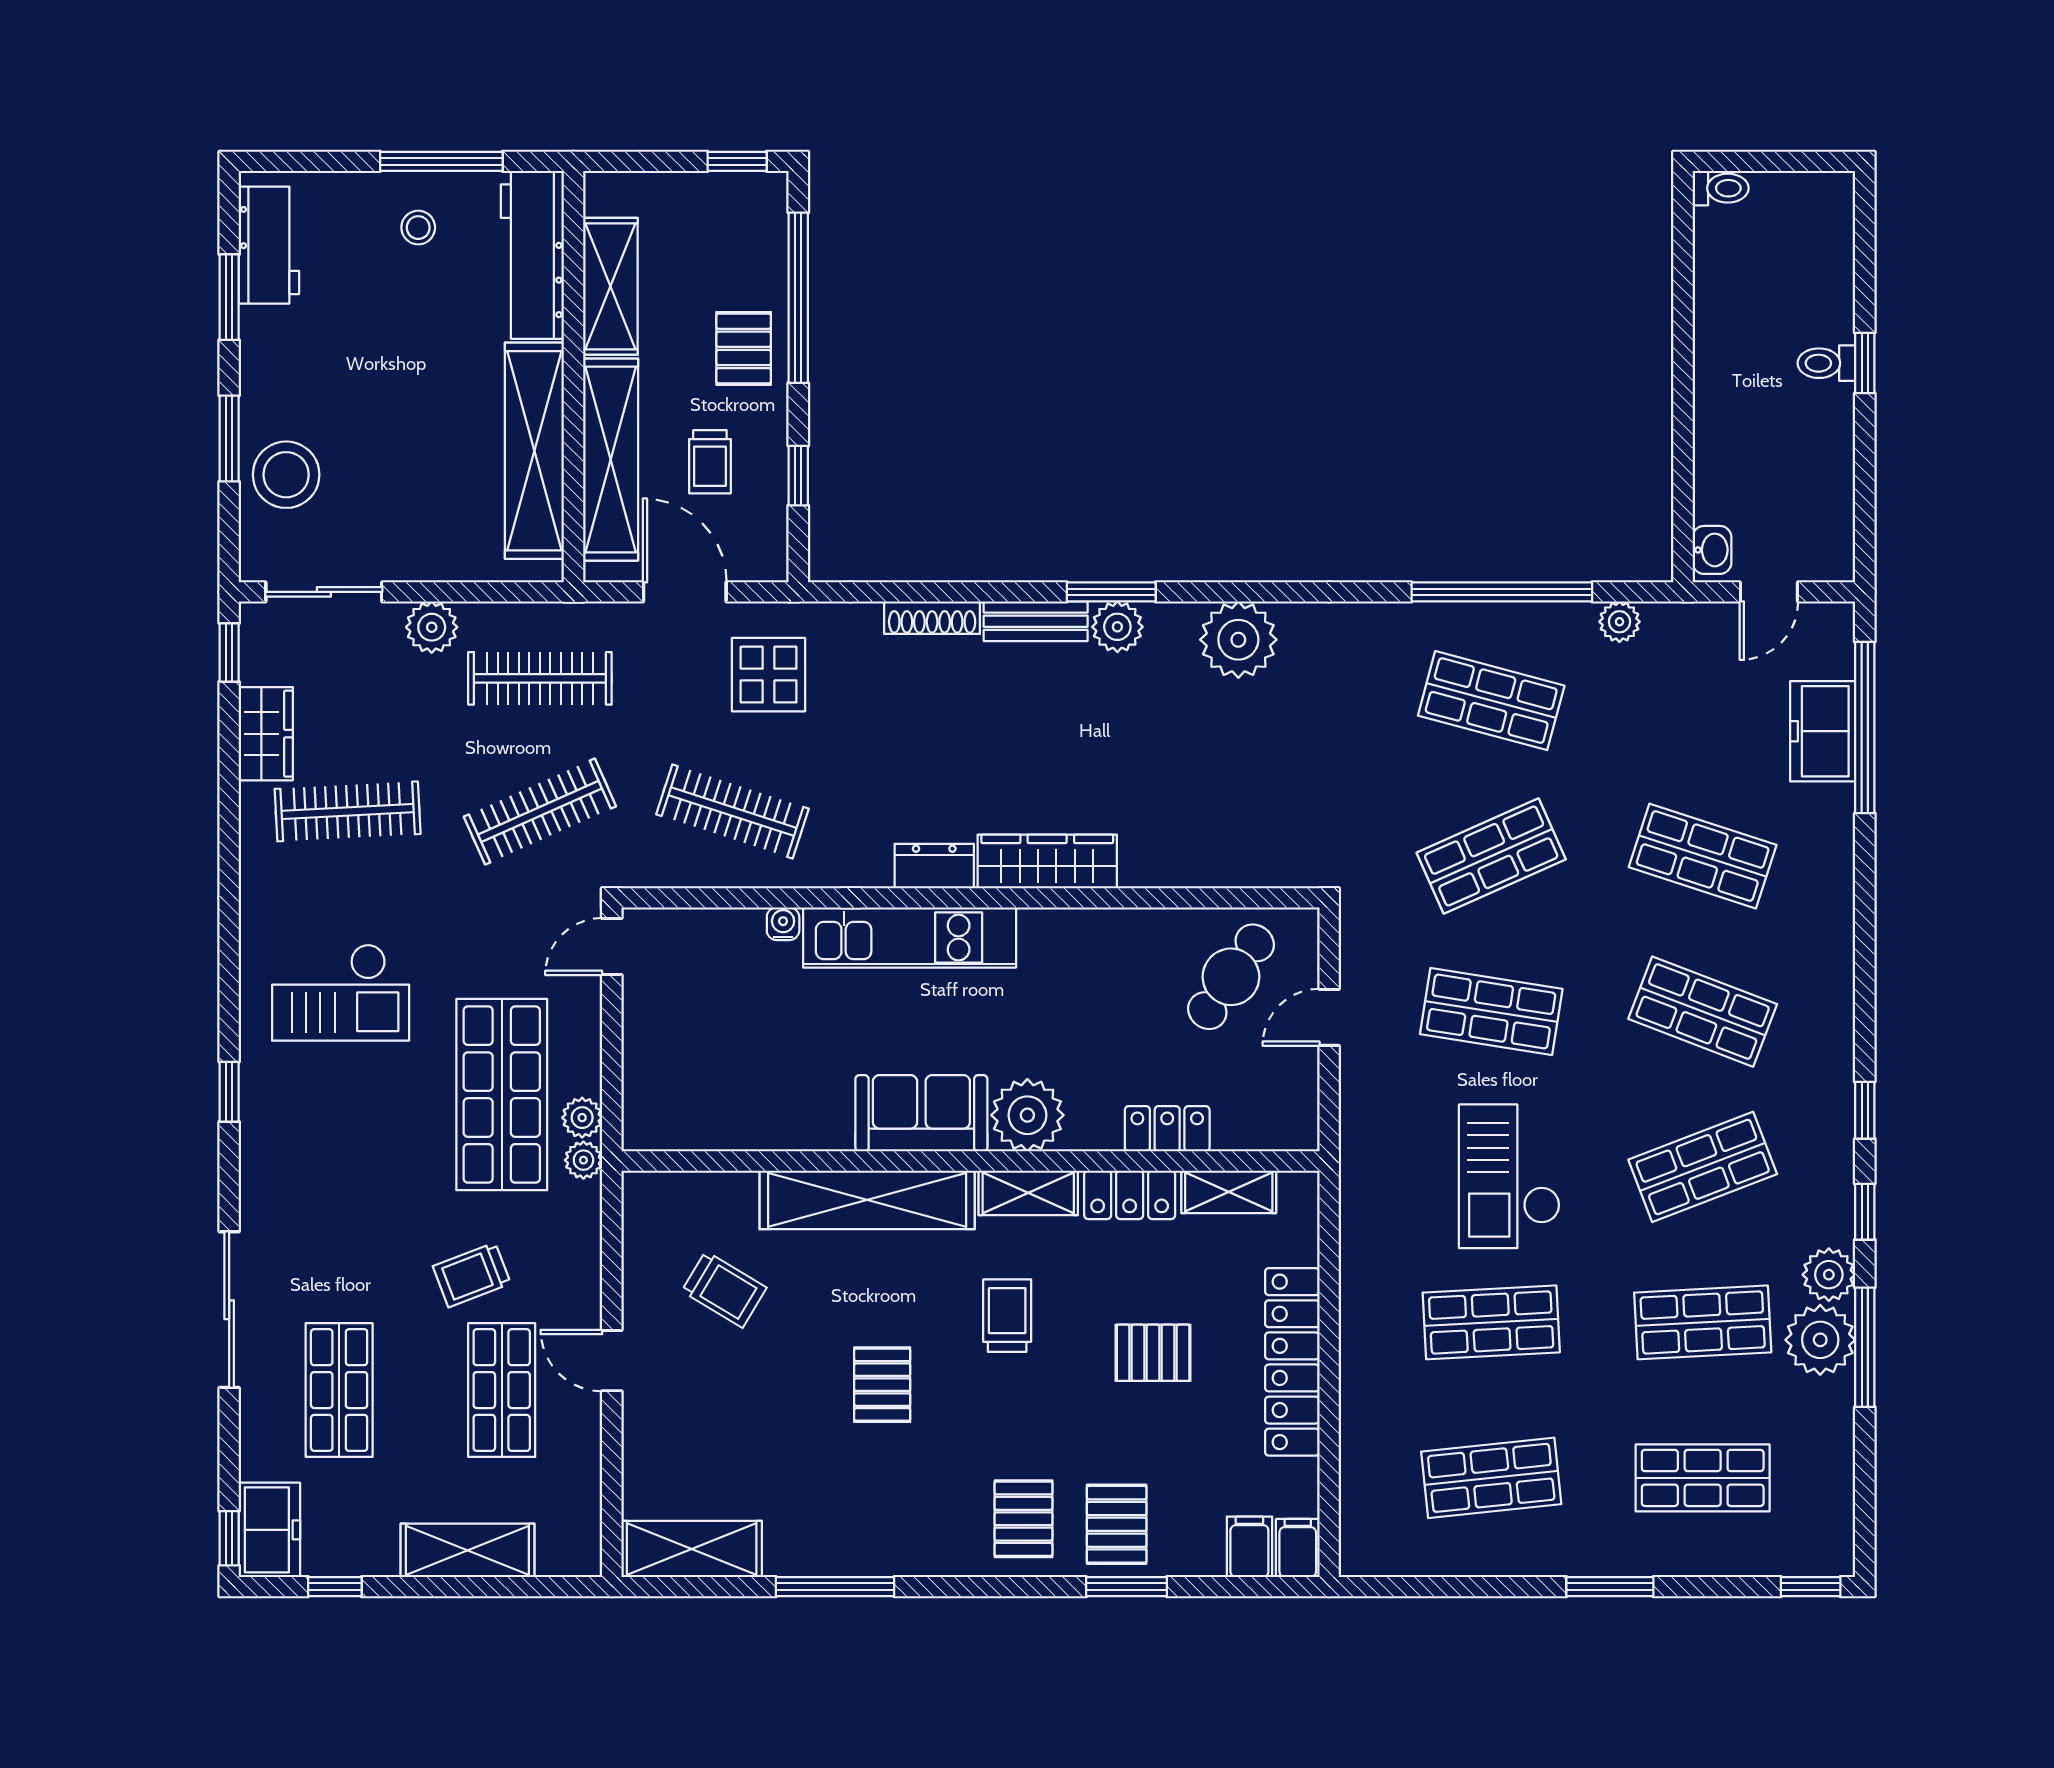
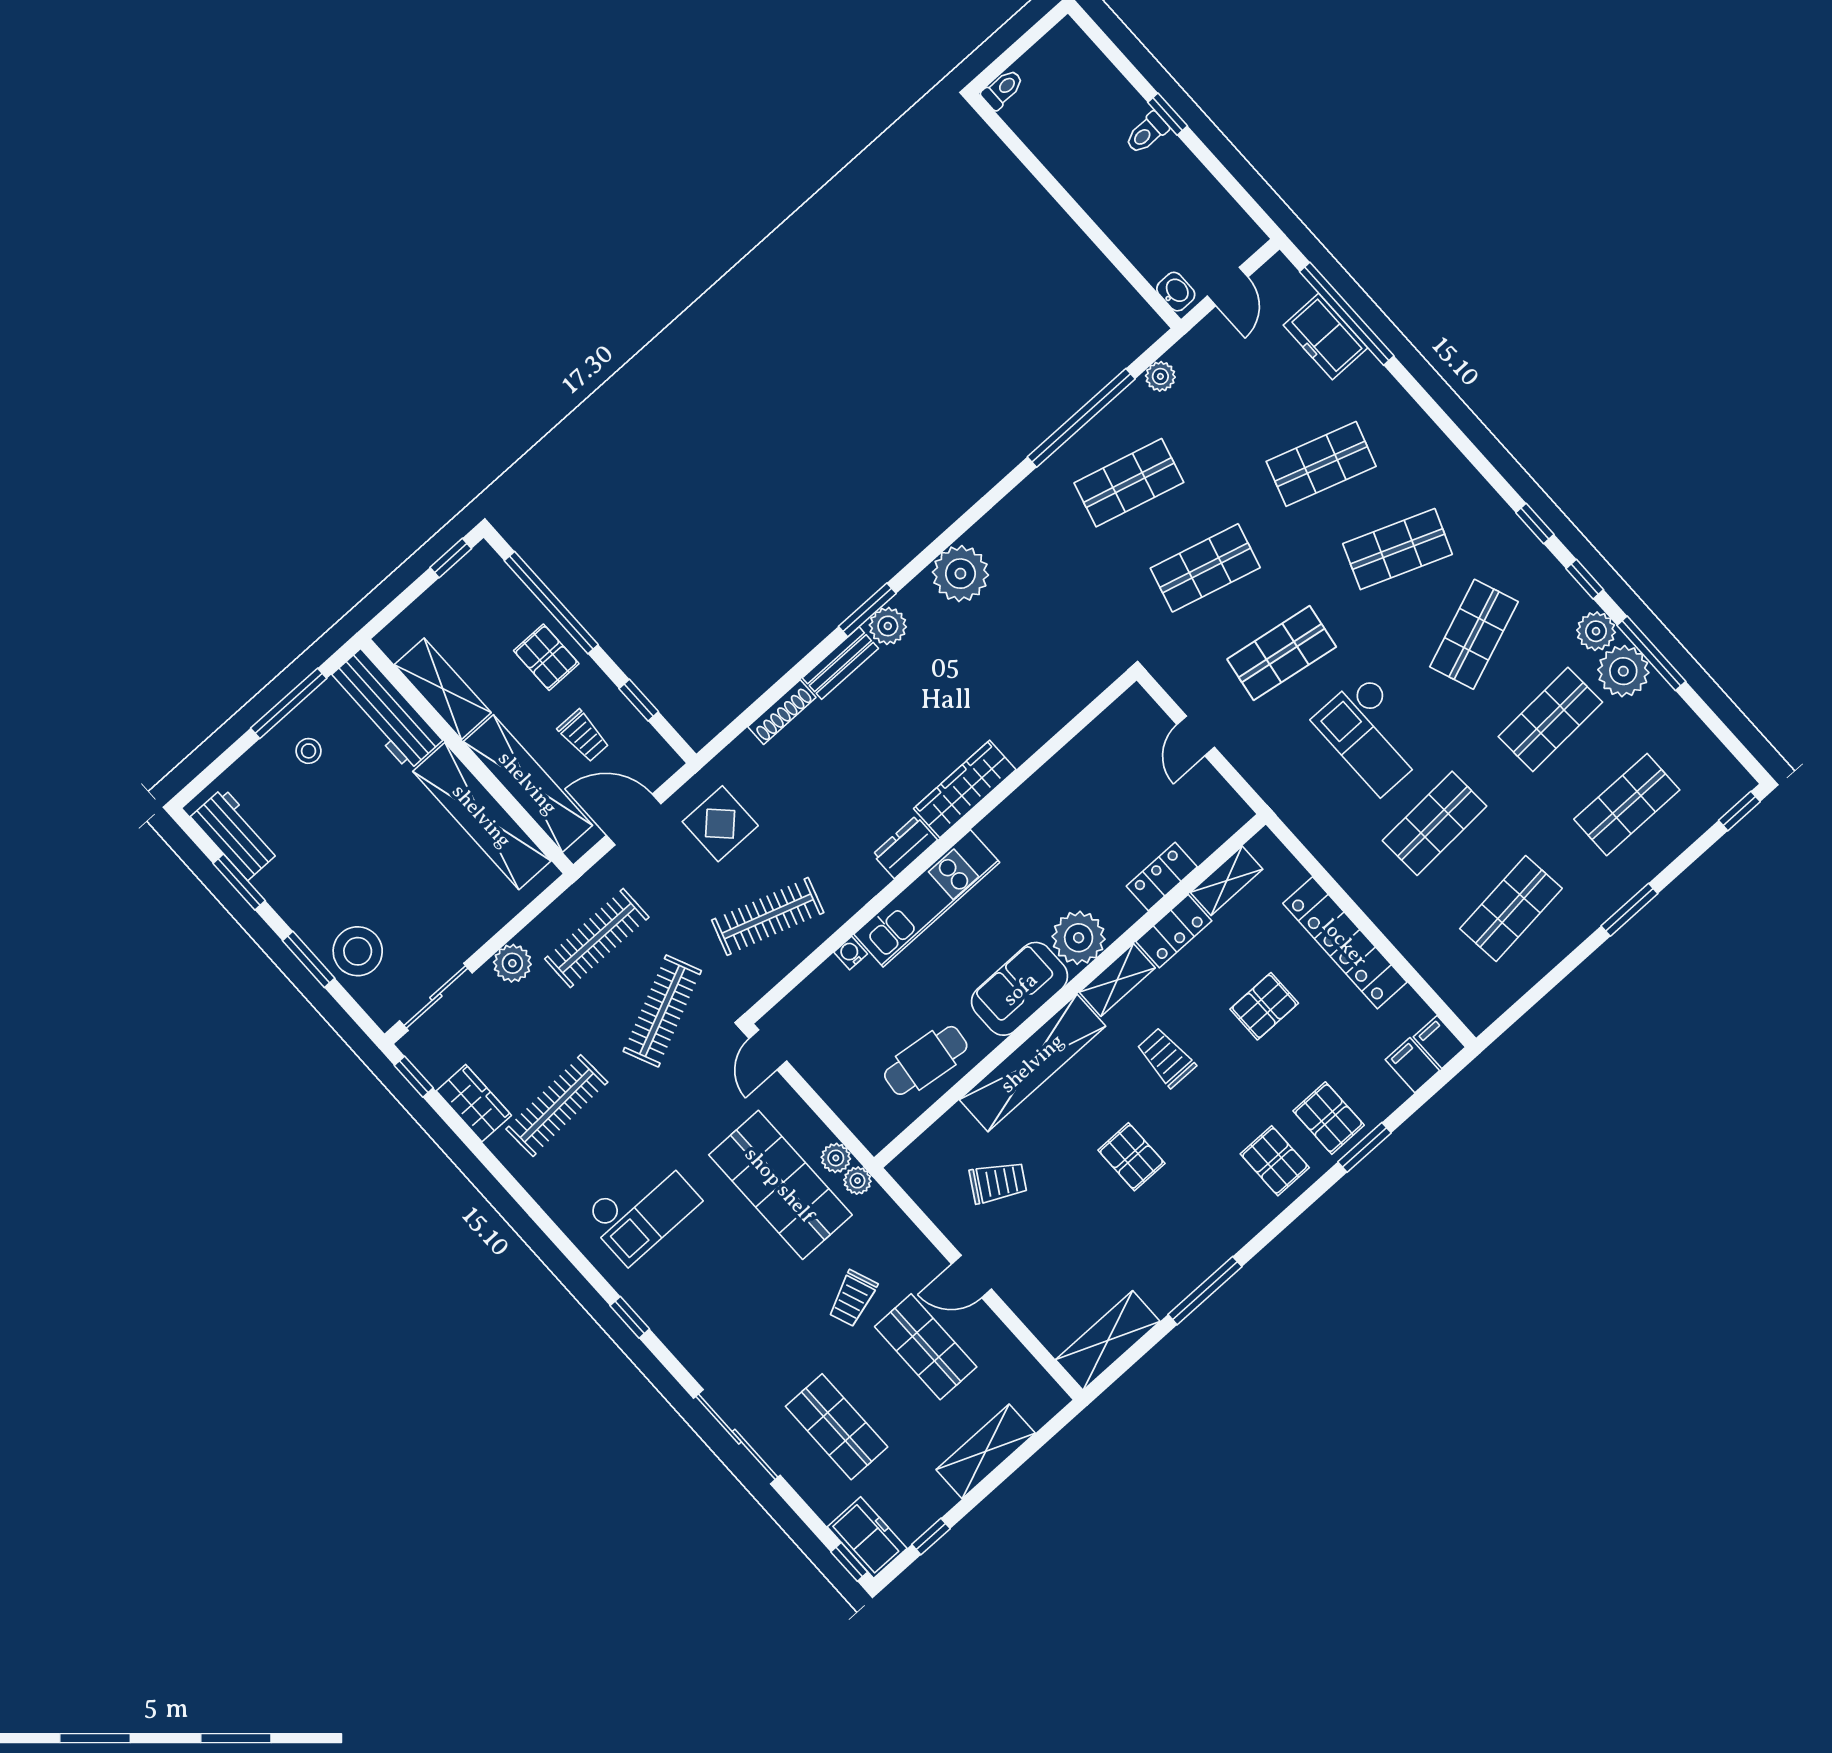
shop shelf: (1491, 856) -> (1205, 568), turned 39
cafe table: (1231, 977) -> (926, 1060), moved, turned 62

